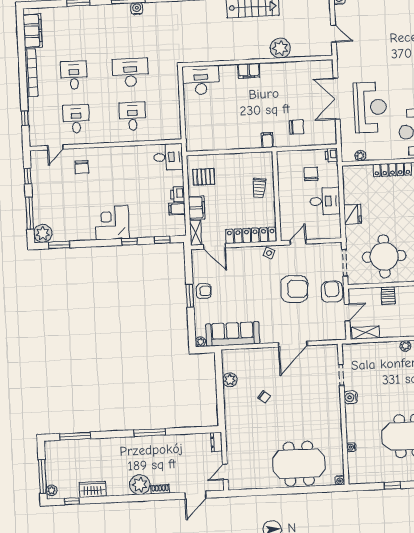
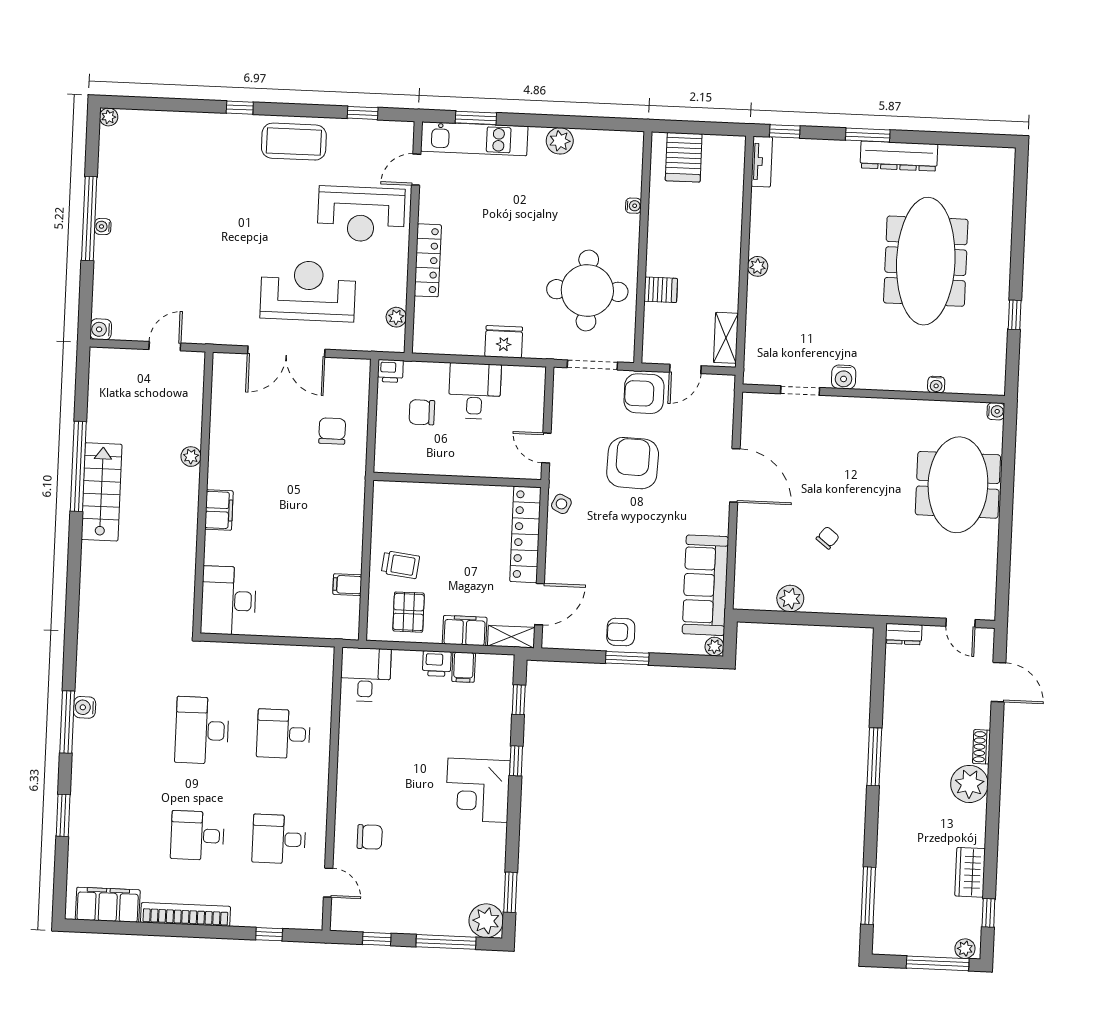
plant: (280, 48) -> (191, 457), width x0.53, depth x0.53
filing cabinet: (267, 140) -> (347, 585), moved
trolley: (259, 188) -> (401, 565), moved
armchair: (204, 291) -> (621, 632), turned -90
door: (347, 312) -> (685, 369), swing flipped

